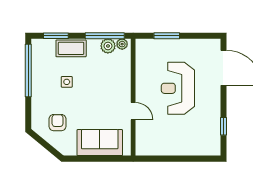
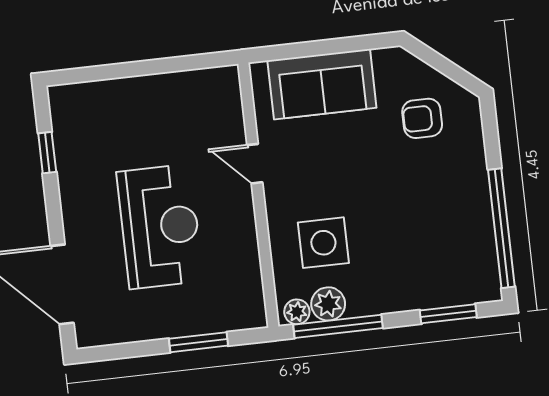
coffee table: (71, 48) -> (411, 289), removed
side table: (67, 82) -> (323, 243), moved, width x1.87, depth x1.87
armchair: (58, 123) -> (422, 118), turned 90

